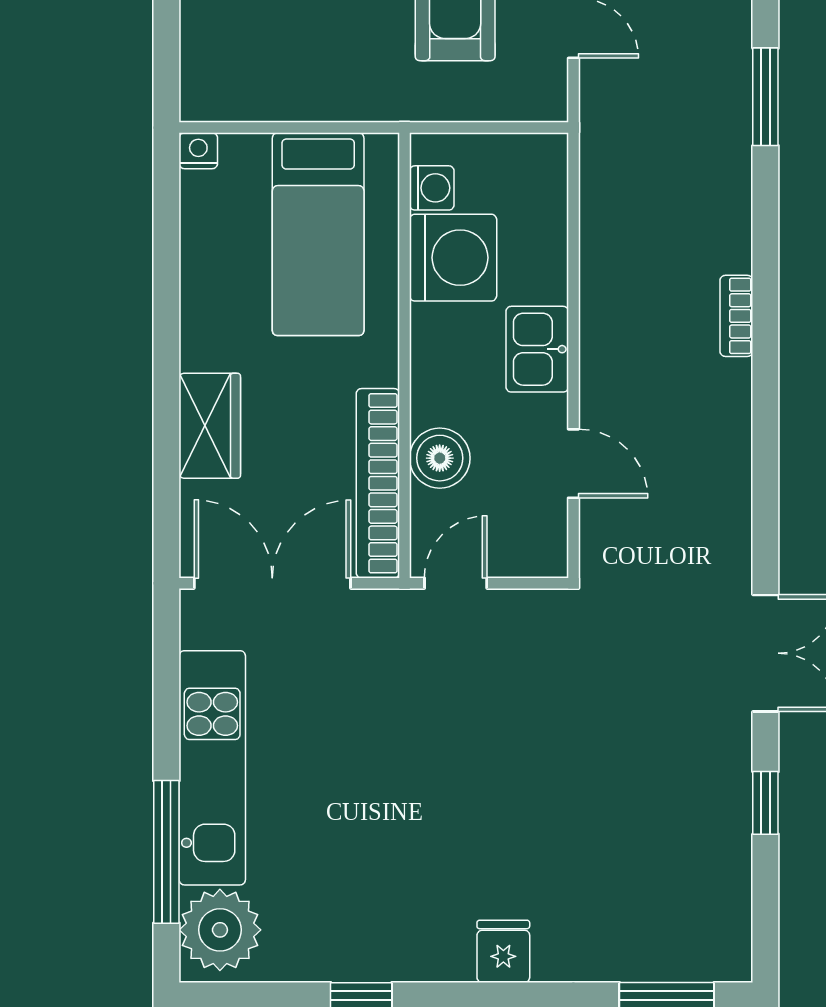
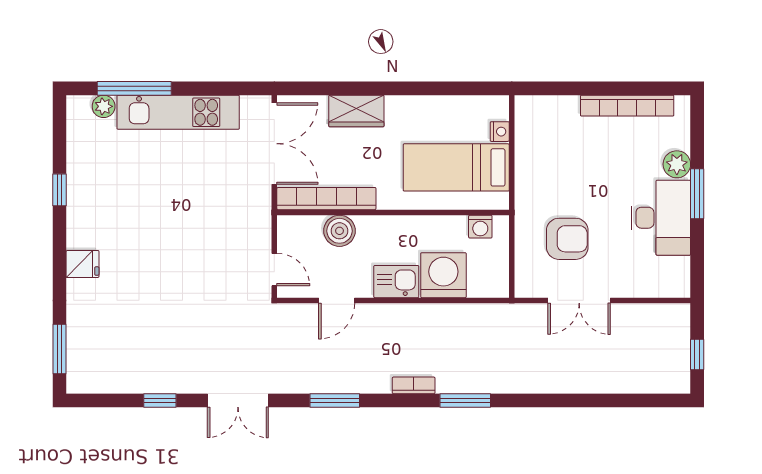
window: (765, 97) -> (465, 401), moved
nightstand: (198, 151) -> (500, 132), moved
washing machine: (453, 258) -> (443, 275), moved, turned 180
window: (765, 467) -> (335, 401), added
door: (456, 583) -> (274, 270), moved
plant: (220, 930) -> (104, 106), width x0.53, depth x0.53

